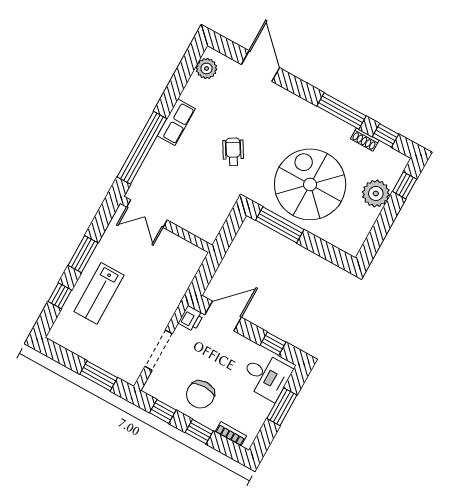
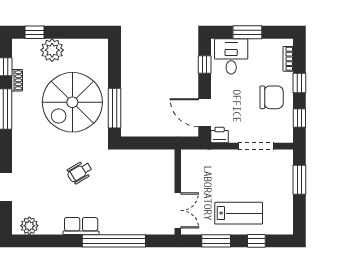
double door: (147, 214) -> (178, 210), moved
wall: (166, 224) -> (178, 192), moved

